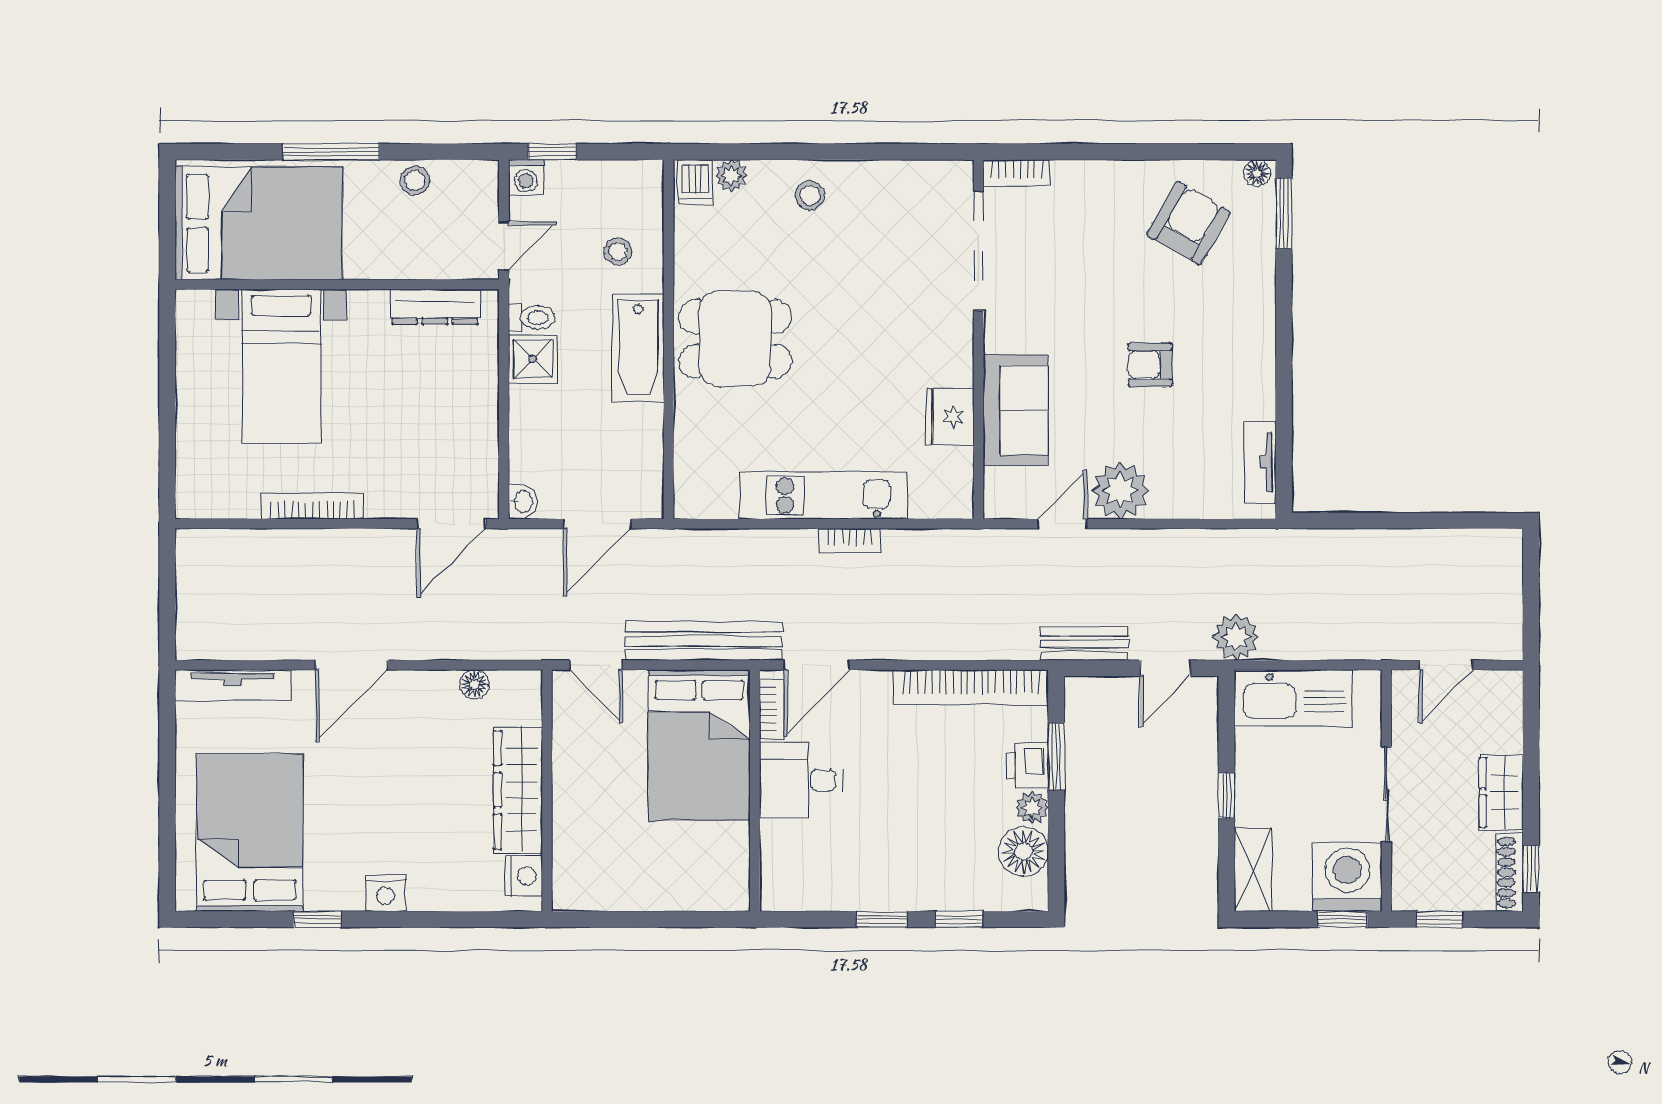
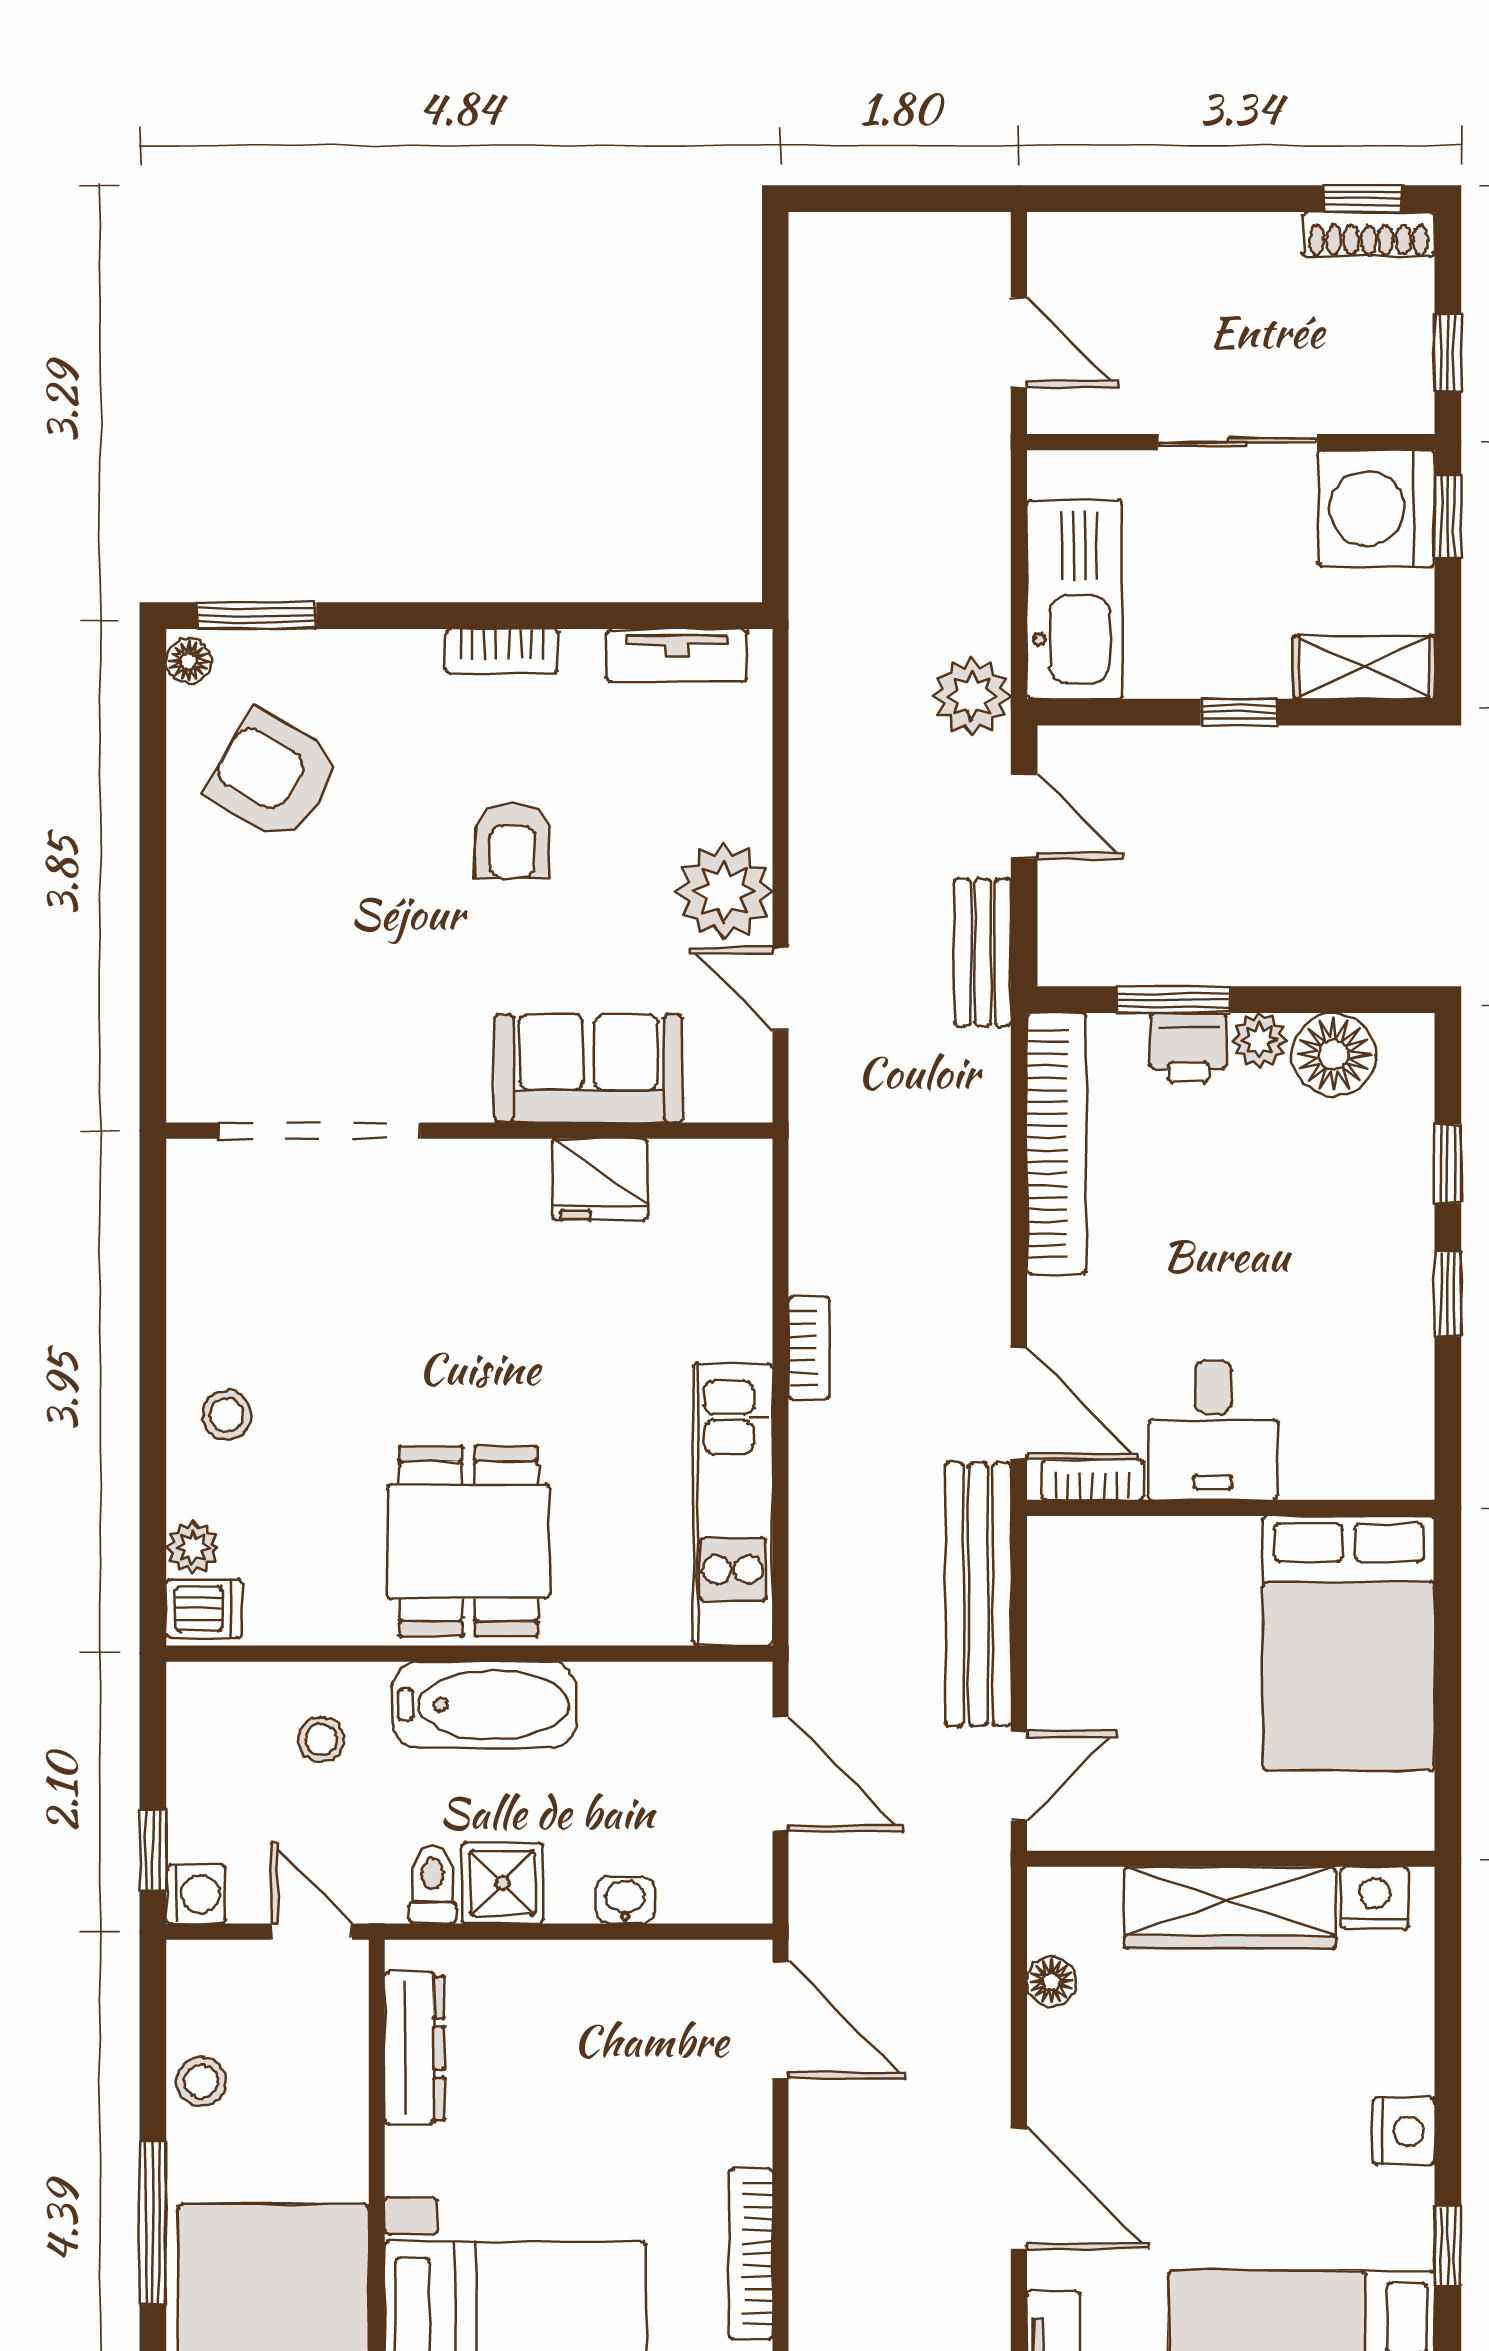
bookcase: (1016, 173) -> (502, 651), moved, turned 90
kitchen unit: (823, 496) -> (733, 1505), moved
washbasin: (523, 502) -> (625, 1900), moved
bed: (699, 745) -> (1349, 1643), moved, turned 90
wardrobe: (1501, 792) -> (1234, 249), removed

